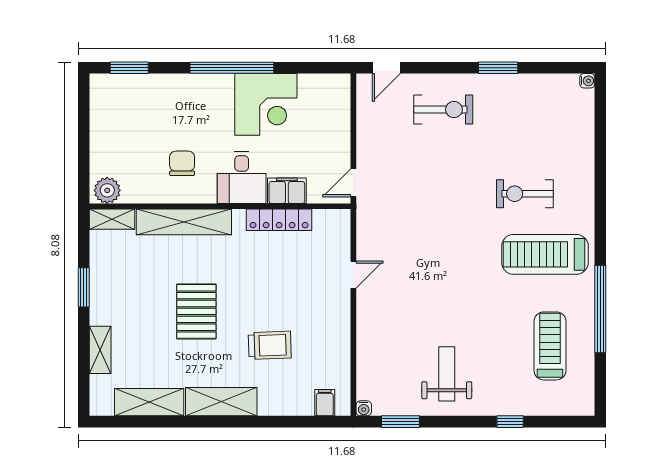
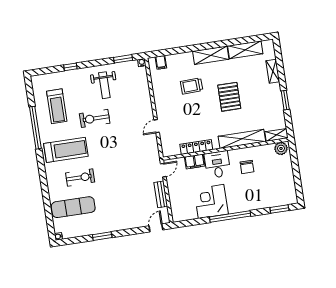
exercise bike: (443, 110) -> (95, 118), moved
bench: (366, 134) -> (161, 194), added
exercise mat: (548, 136) -> (73, 207), added

